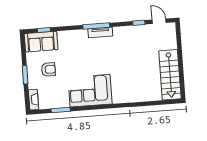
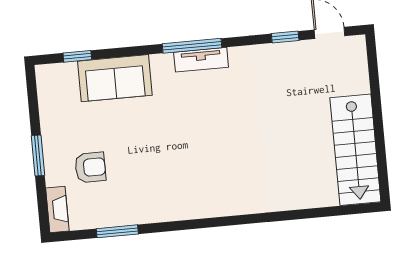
sofa: (41, 42) -> (115, 78), moved
armchair: (48, 69) -> (90, 167), moved
corner sofa: (90, 91) -> (181, 188), removed

